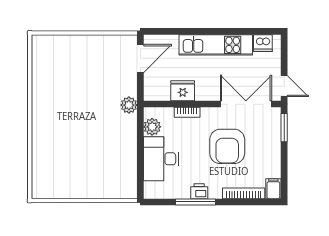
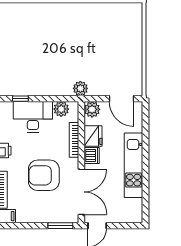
dishwasher: (263, 43) -> (92, 156), moved, turned 180
plant: (153, 92) -> (92, 109), added
bookcase: (187, 112) -> (74, 140), width x1.56
window: (140, 173) -> (20, 99), added

